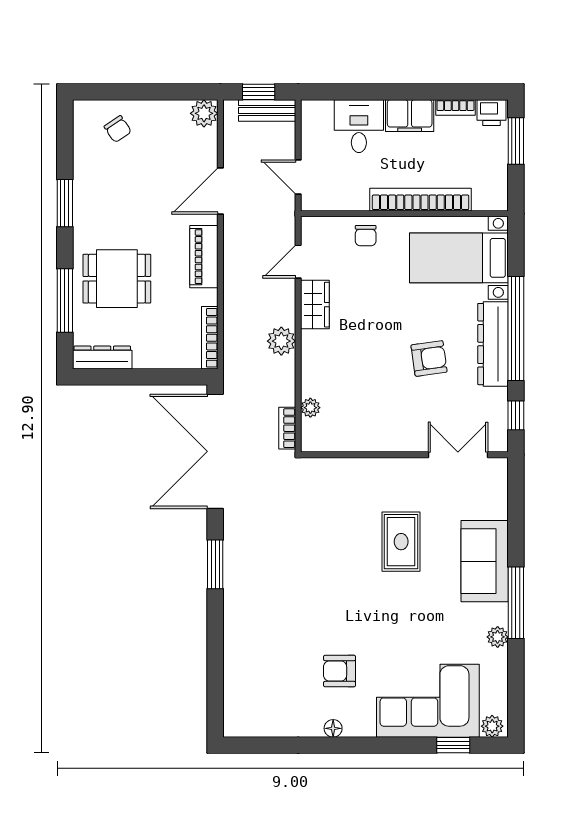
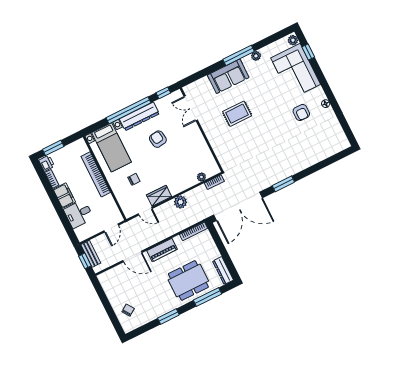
plant: (204, 113) -> (105, 279), removed
chair: (366, 236) -> (134, 179), moved
dining table: (117, 279) -> (188, 280), width x1.38

